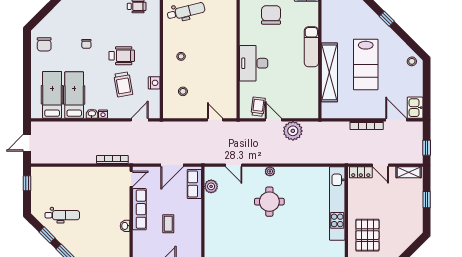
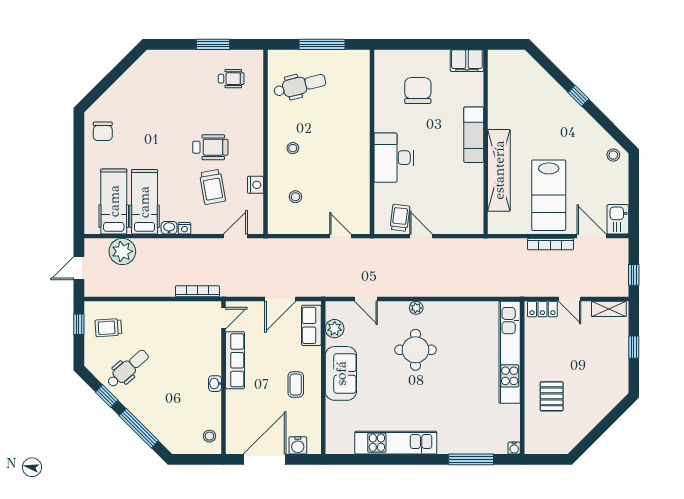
chair: (86, 44) -> (161, 131), removed
lab bench: (366, 64) -> (549, 195), moved
plant: (293, 131) -> (122, 251), moved
trolley: (48, 186) -> (108, 328), added
dental chair: (62, 215) -> (128, 369), turned -41
sofa: (216, 219) -> (341, 373), added
coffee table: (168, 224) -> (296, 384), moved
pallet: (367, 235) -> (552, 396), width x0.67, depth x0.71

